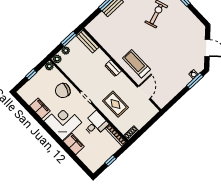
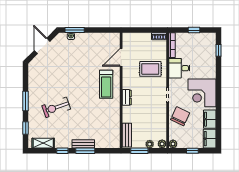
chair: (63, 91) -> (180, 116), turned -84
rug: (115, 104) -> (150, 69), turned 90
filing cabinet: (74, 144) -> (210, 139), moved
window: (80, 163) -> (219, 50), added

